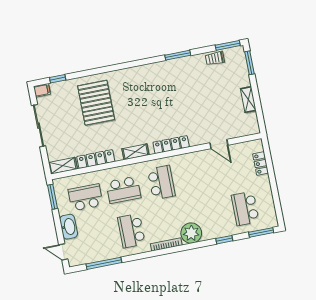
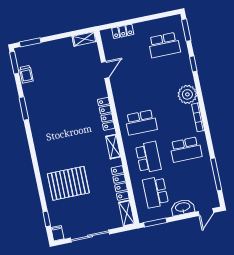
shelving: (248, 100) -> (84, 39), moved
school desk: (161, 182) -> (141, 122), turned 180

